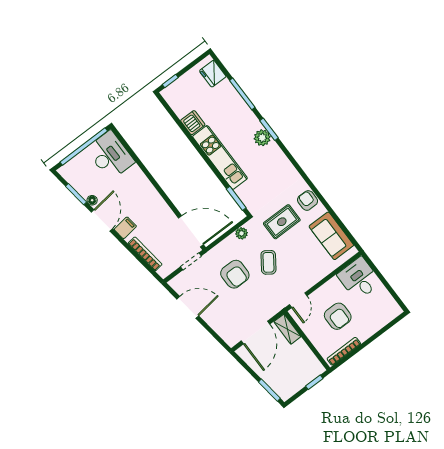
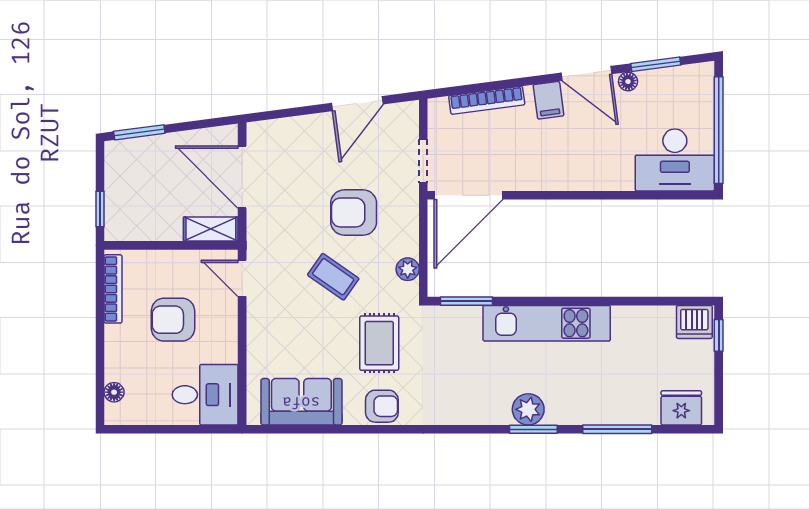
dishwasher: (193, 123) -> (694, 322), moved
floor lamp: (387, 318) -> (114, 392), added

